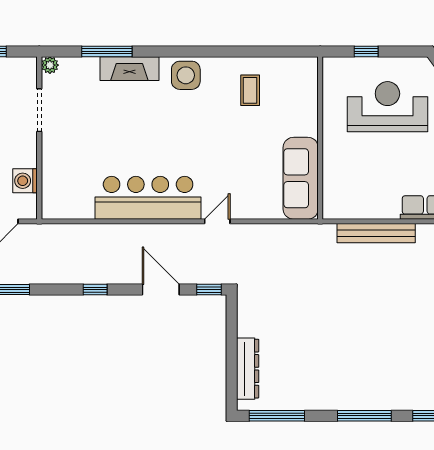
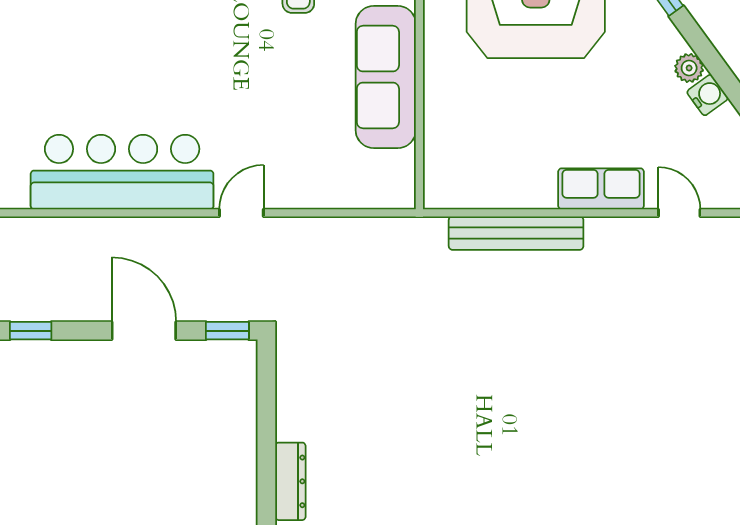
sofa: (301, 178) -> (386, 77), moved
dresser: (248, 369) -> (290, 481), width x0.73, depth x0.80

